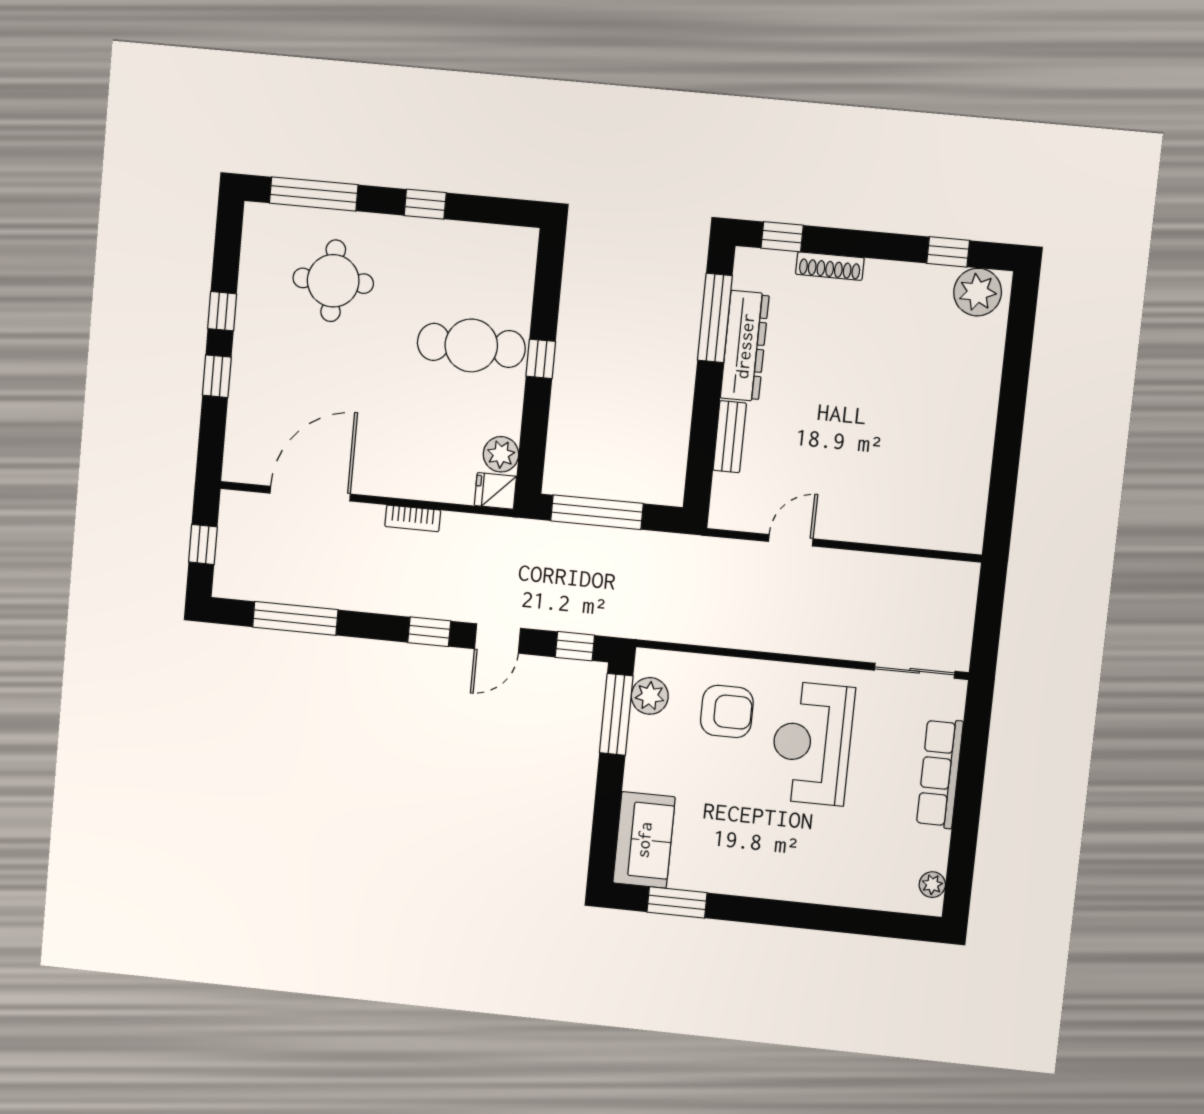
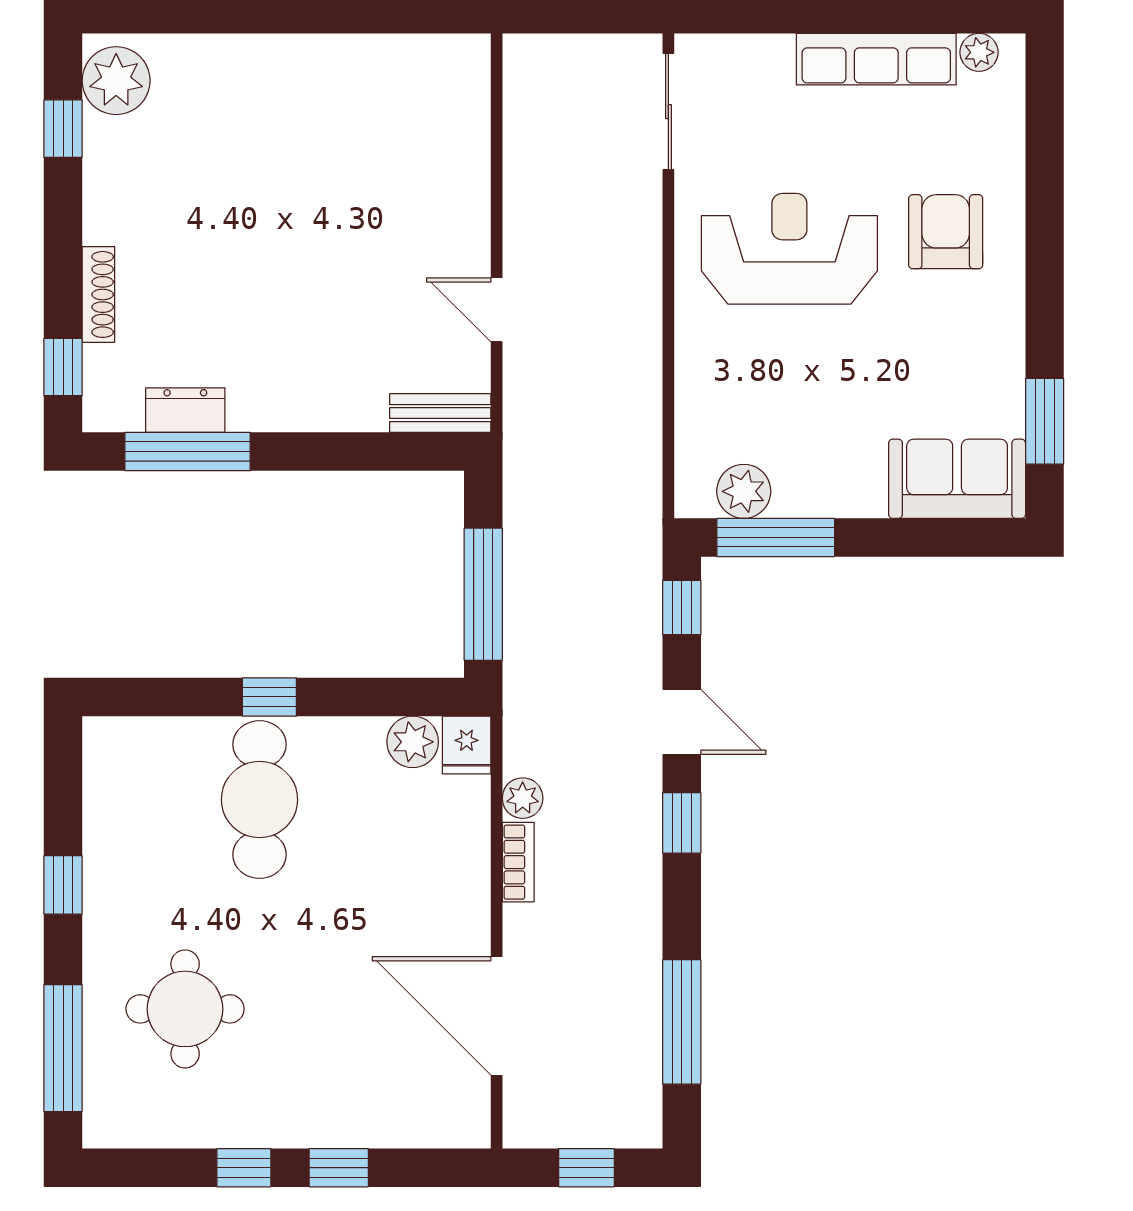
dresser: (745, 346) -> (185, 410), width x0.51, depth x0.80
bench: (730, 437) -> (440, 413), moved
plant: (456, 526) -> (523, 798), added
armchair: (727, 711) -> (946, 232), moved
reception desk: (812, 743) -> (789, 249), turned 180
row of seats: (940, 773) -> (876, 59), moved

